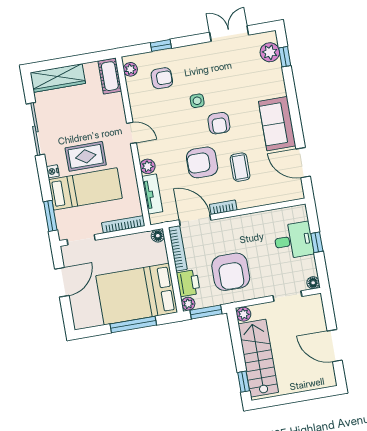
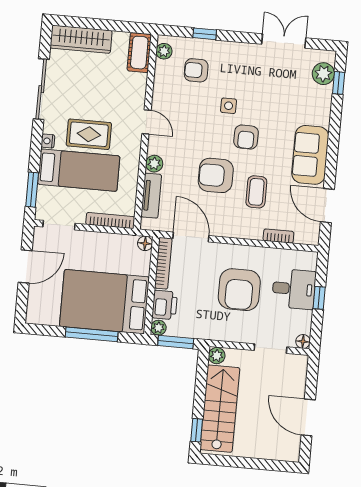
armchair: (162, 78) -> (196, 70), turned 180
bookcase: (223, 207) -> (278, 236), moved
armchair: (231, 272) -> (239, 290), moved

